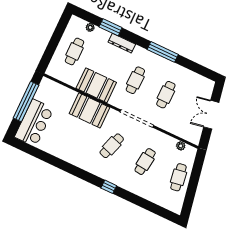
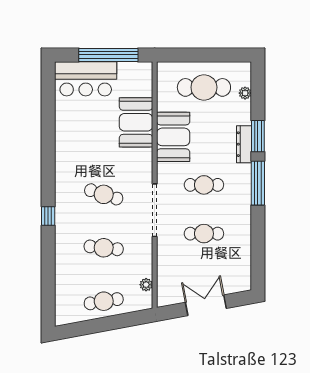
window: (111, 27) -> (258, 136), moved
cafe table: (74, 51) -> (204, 87), width x1.37, depth x1.35
window: (163, 52) -> (258, 183), moved
booth: (89, 110) -> (136, 122), moved

